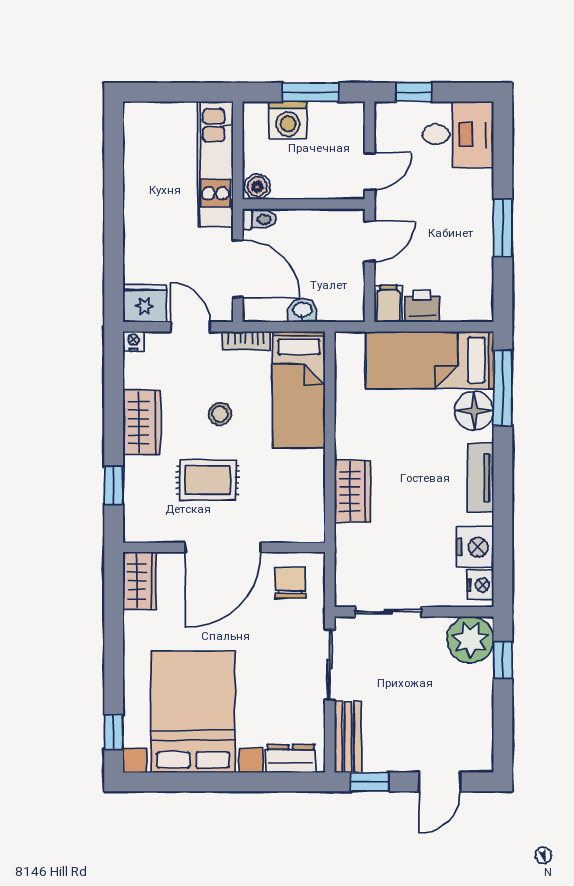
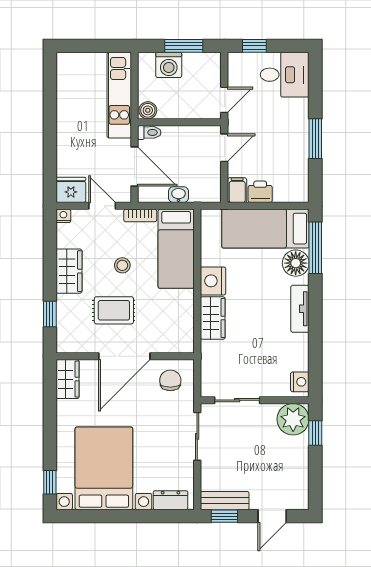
nightstand: (475, 547) -> (213, 281), moved, turned 180
bench: (348, 737) -> (225, 501), moved, turned 90

